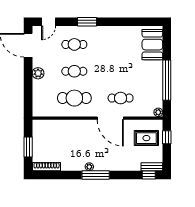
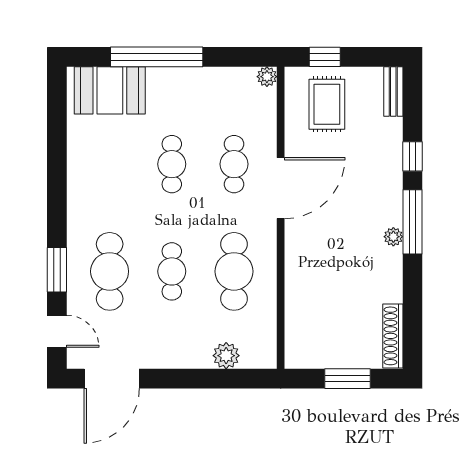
window: (87, 22) -> (57, 270), moved
cafe table: (74, 44) -> (110, 271), width x1.37, depth x1.35
cafe table: (121, 71) -> (172, 164), added
plant: (38, 73) -> (226, 356), moved
window: (167, 80) -> (157, 57), moved
window: (149, 175) -> (412, 156), moved

